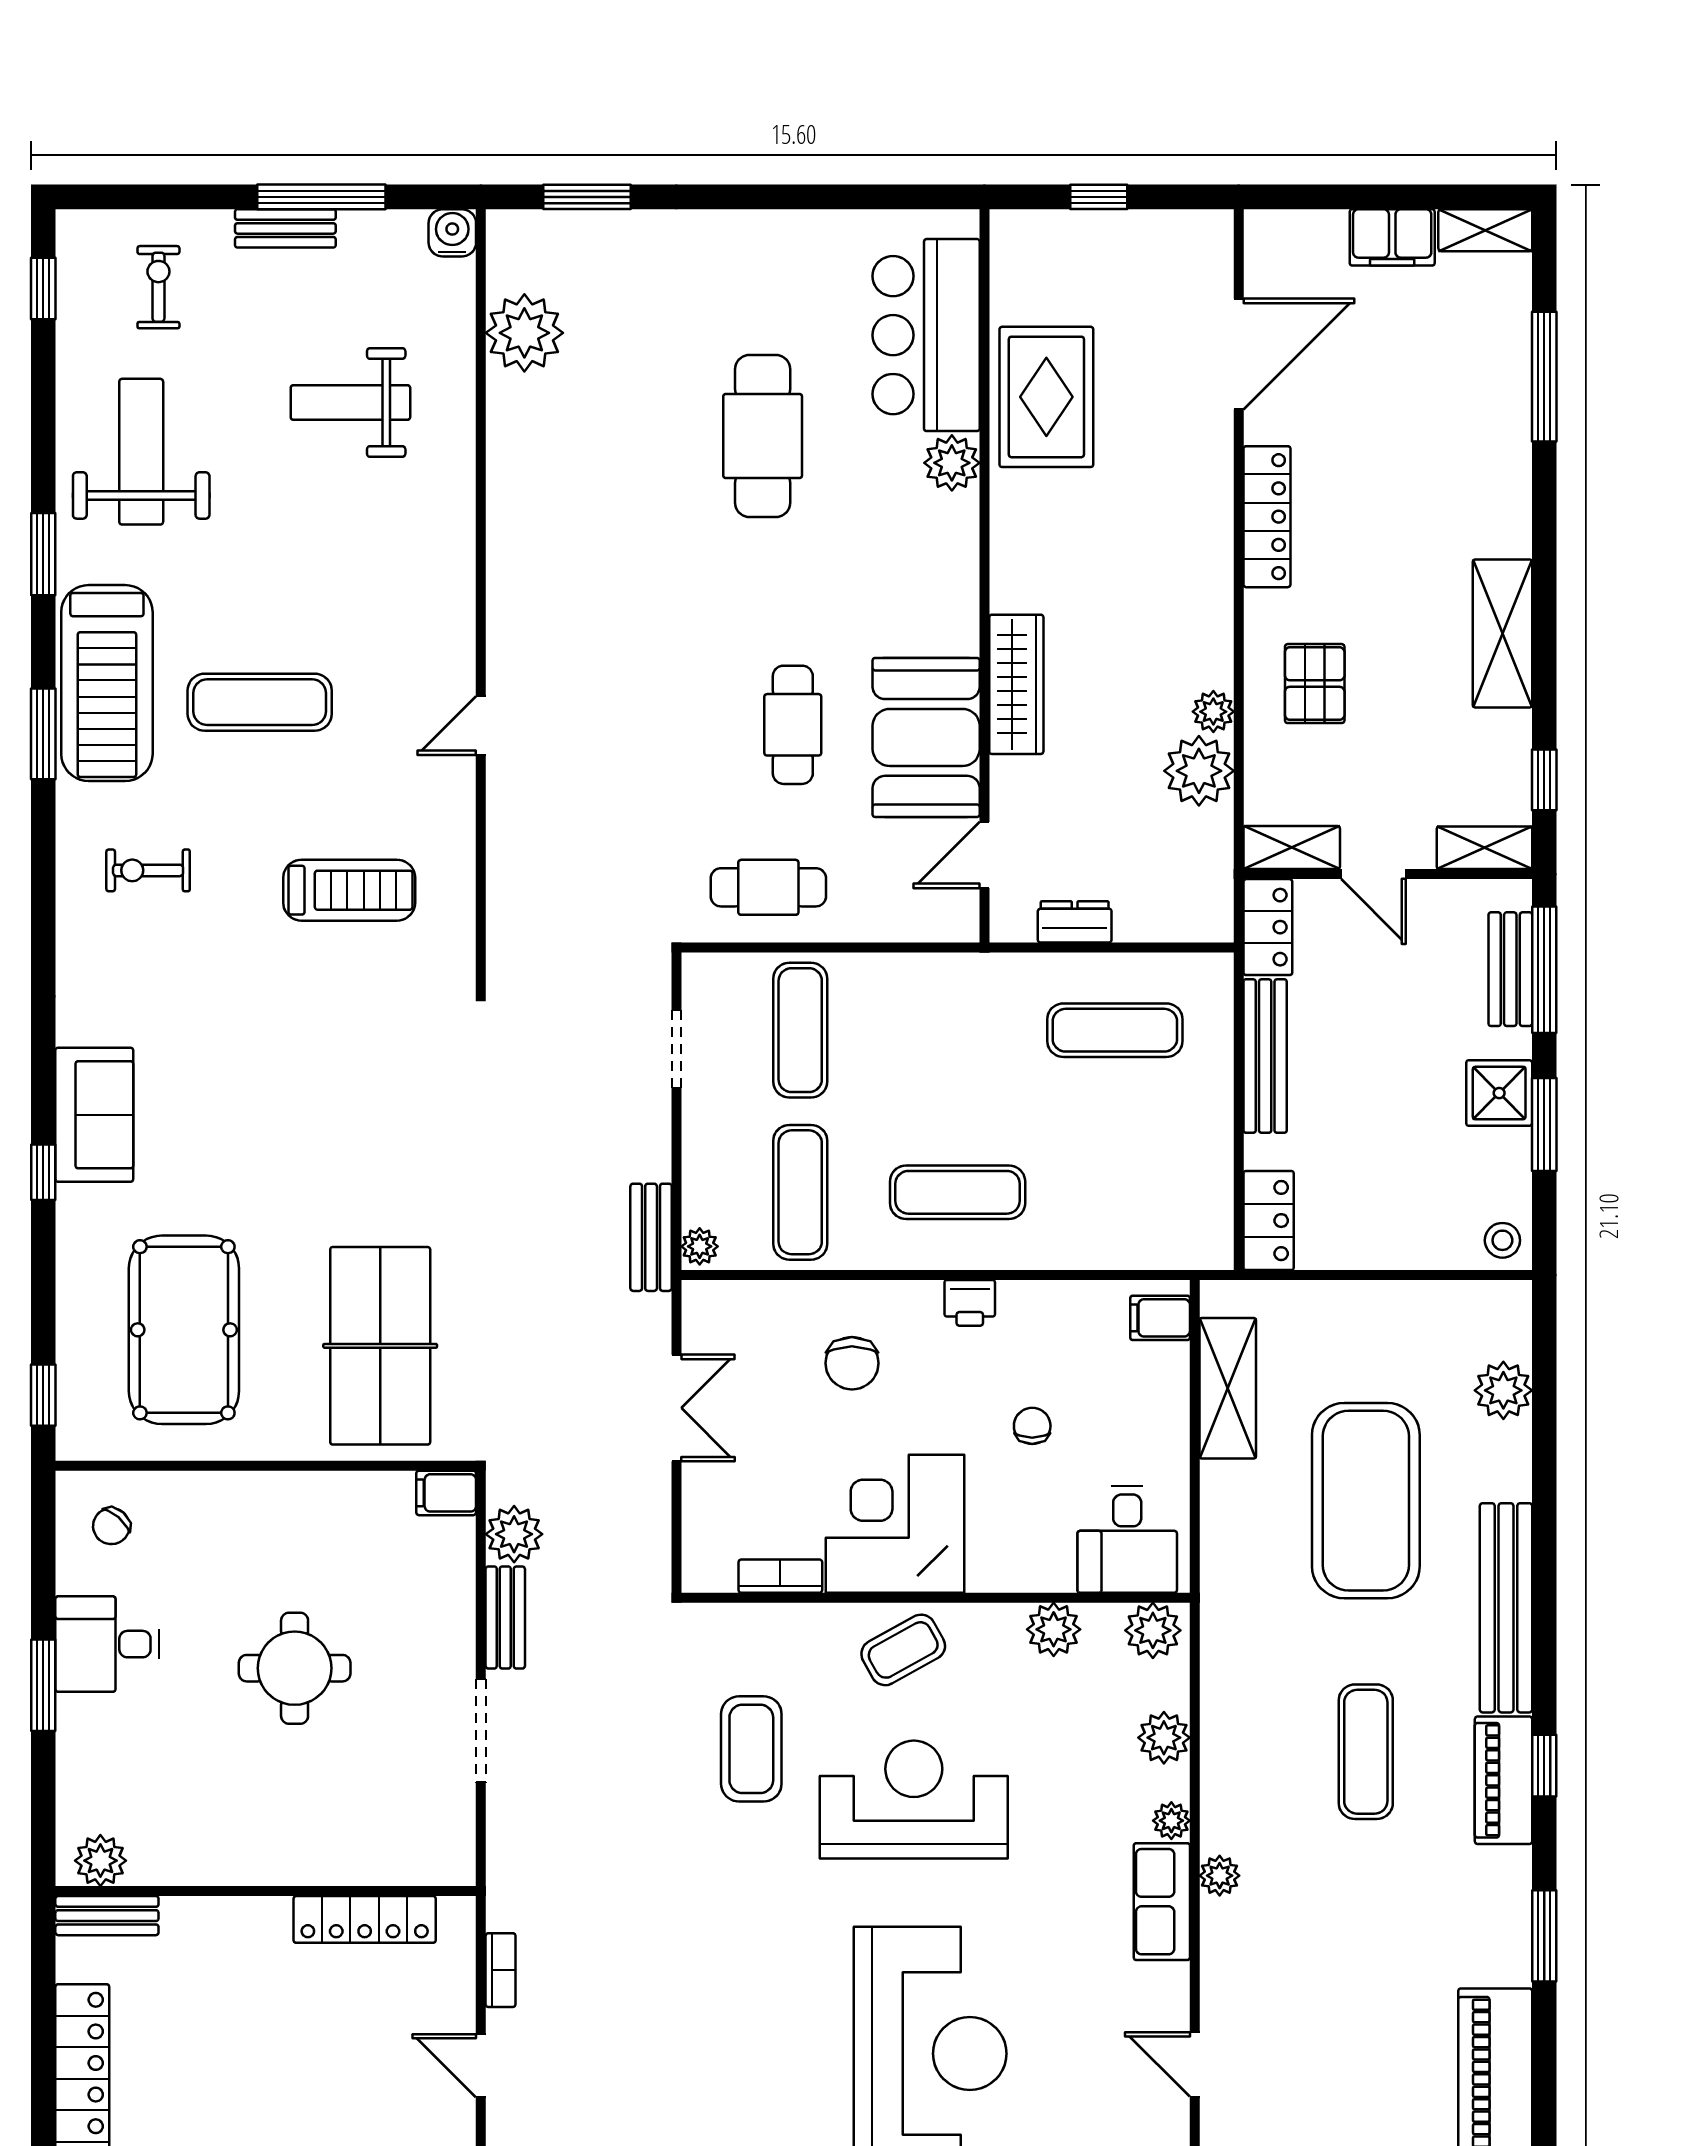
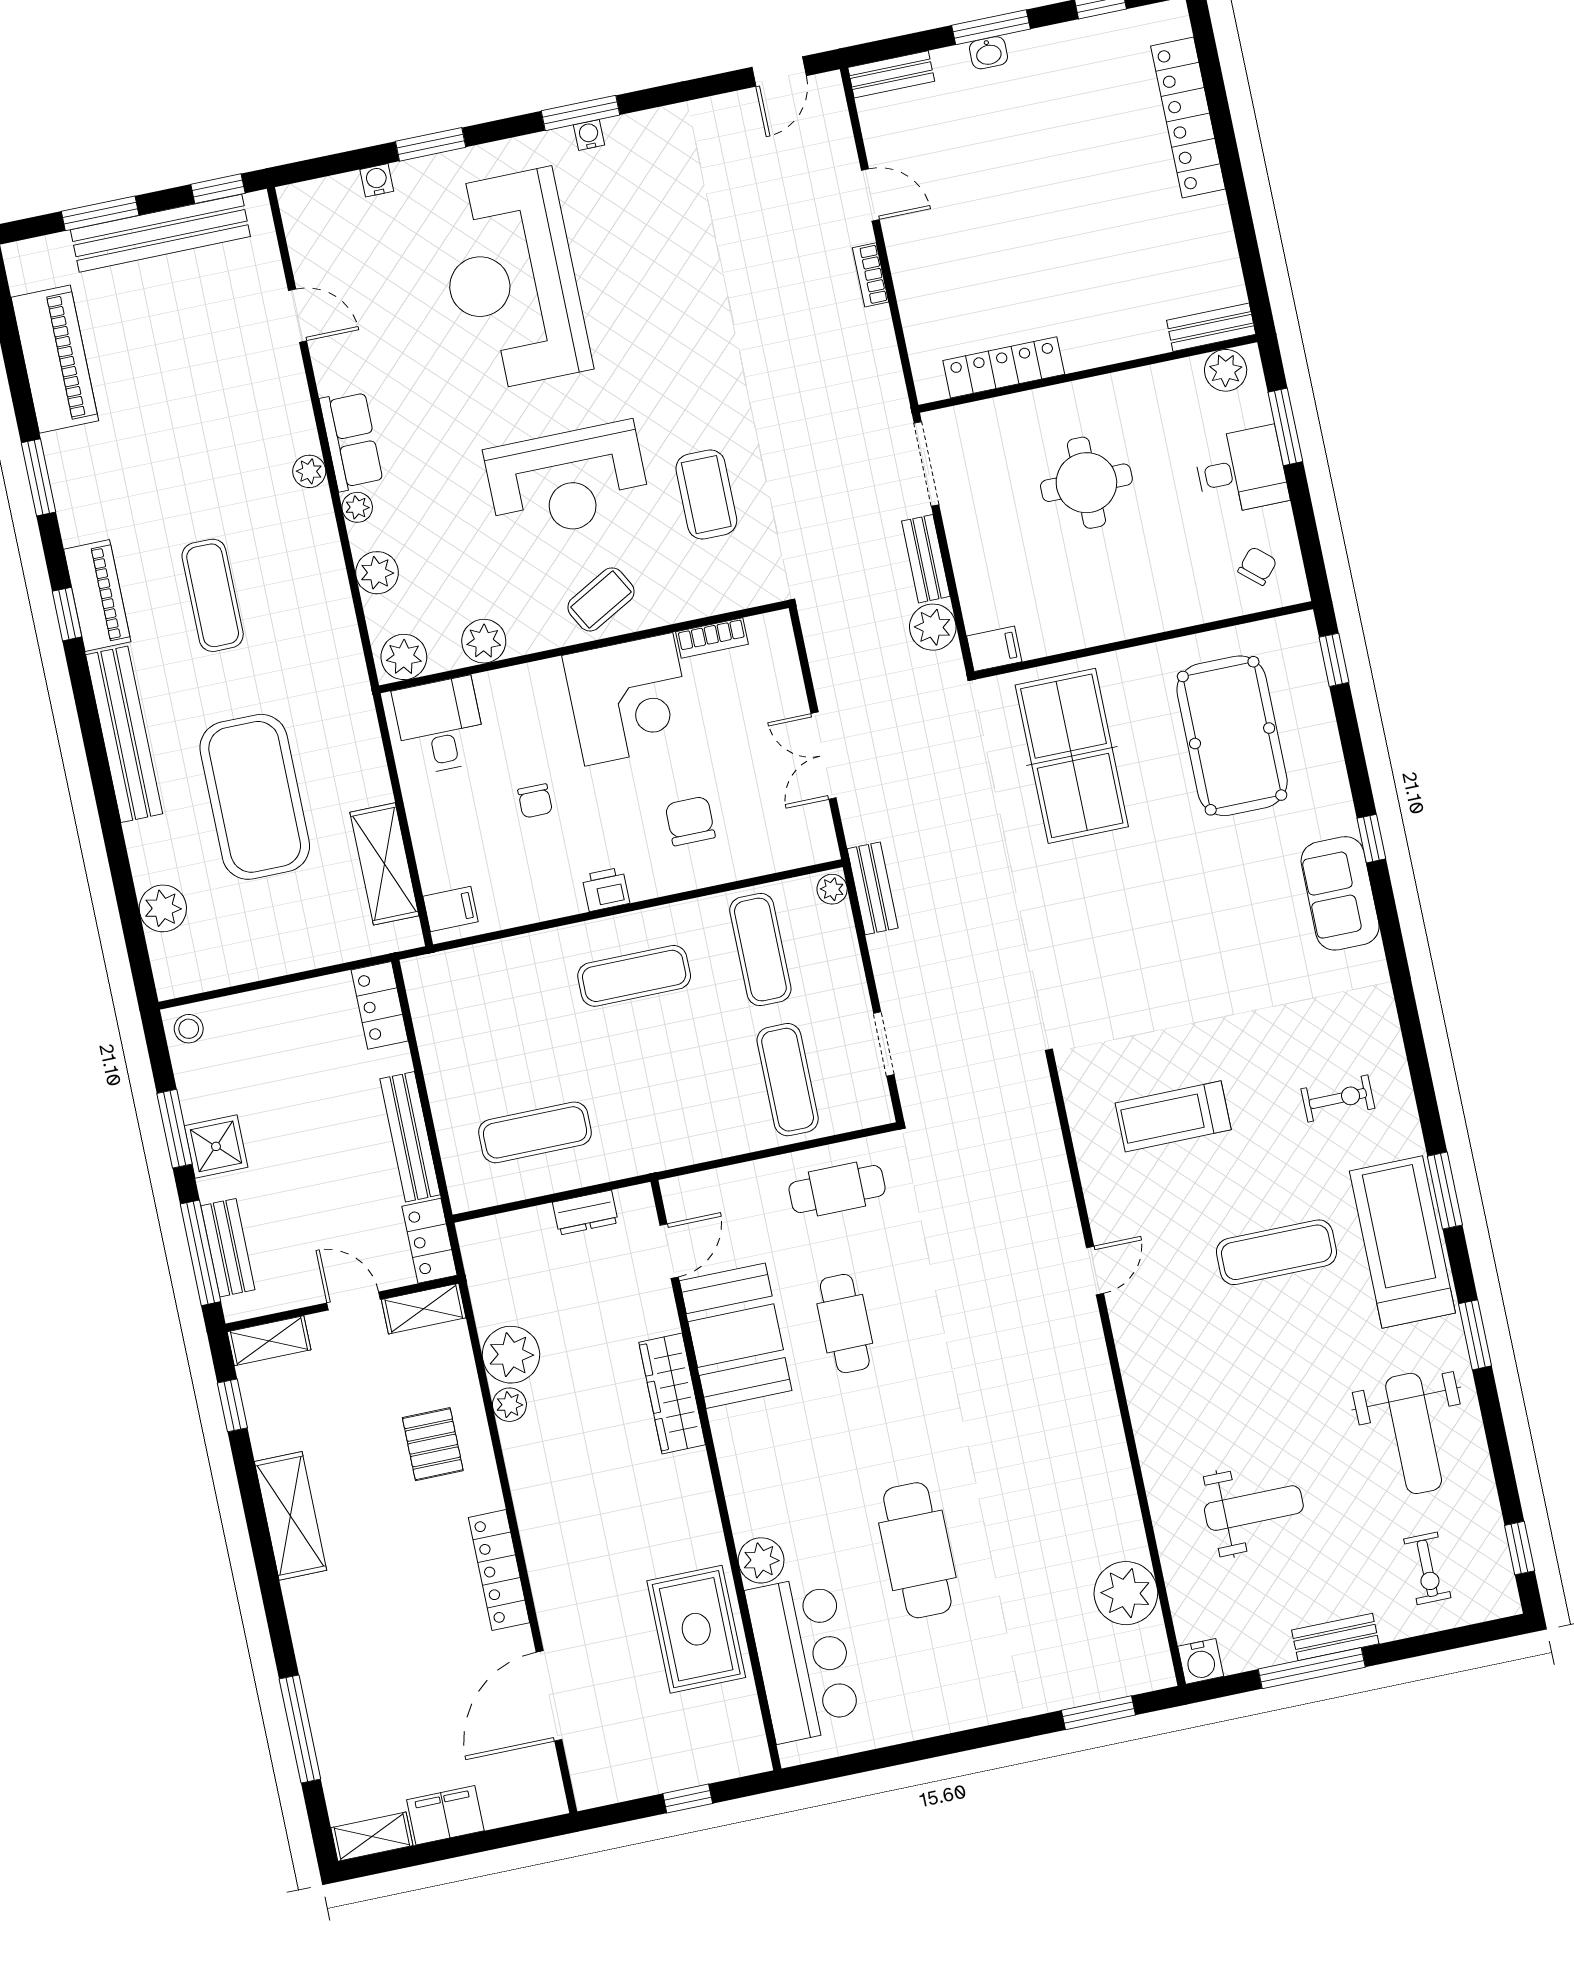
plant: (100, 1861) -> (1226, 370), moved
wall: (266, 1891) -> (1088, 374), moved
bench: (107, 1916) -> (1211, 327), moved
locker: (365, 1919) -> (1004, 367), moved

